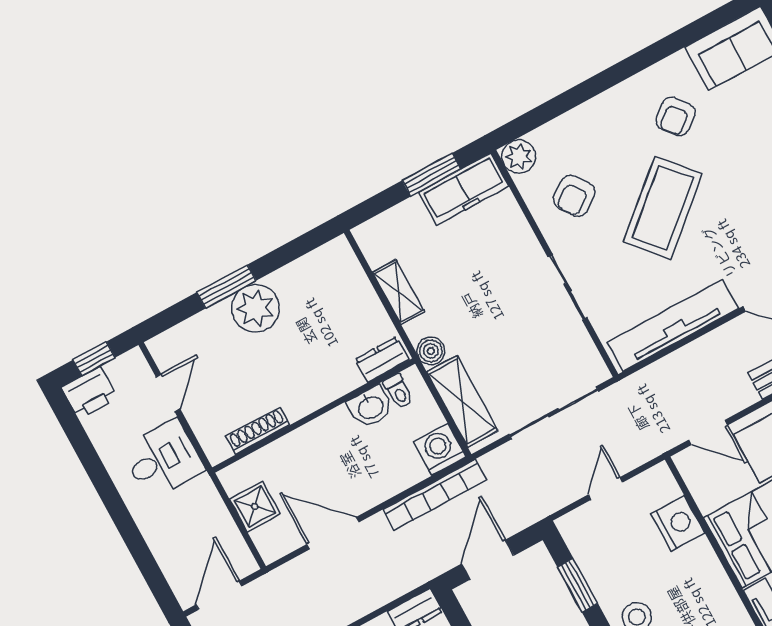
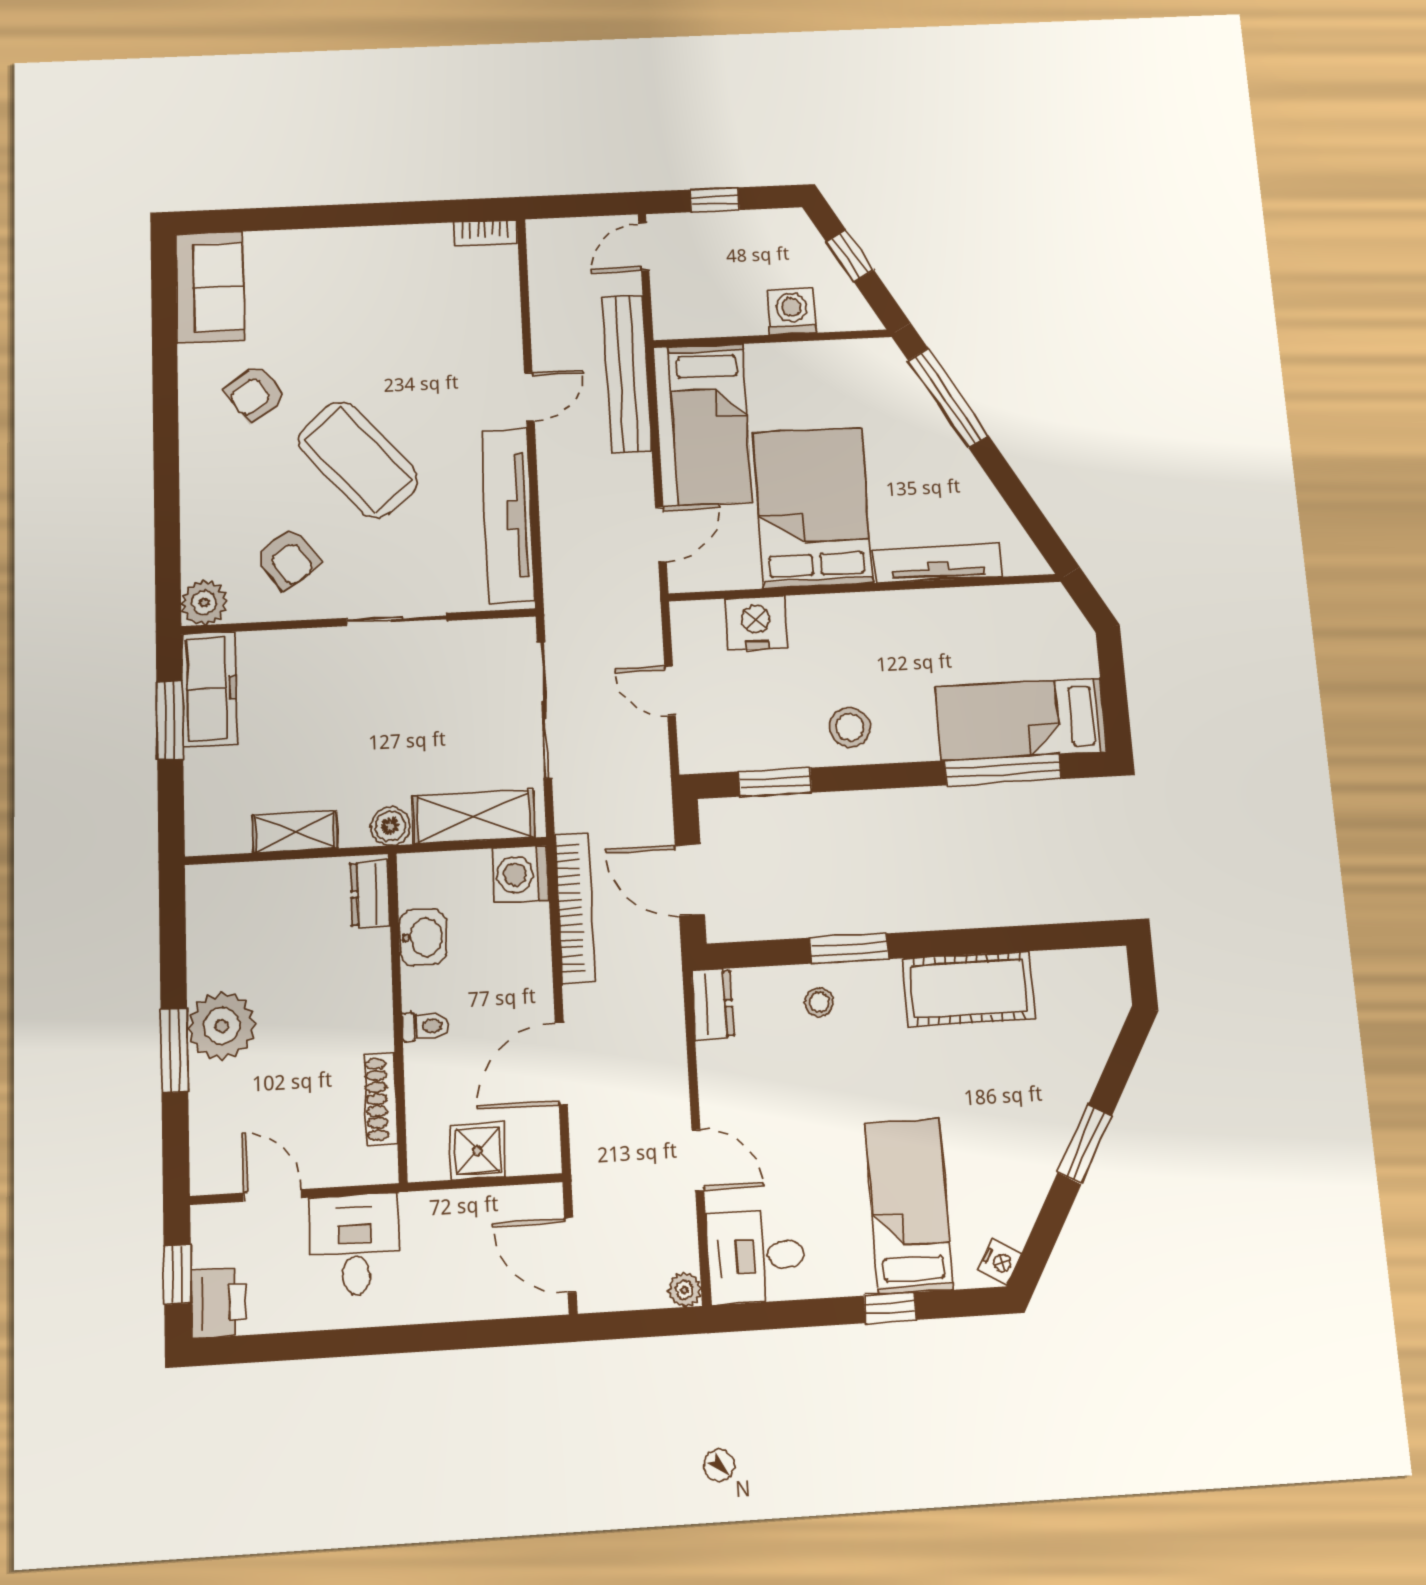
armchair: (676, 117) -> (255, 393), turned 93
toilet: (398, 391) -> (426, 1026), moved

